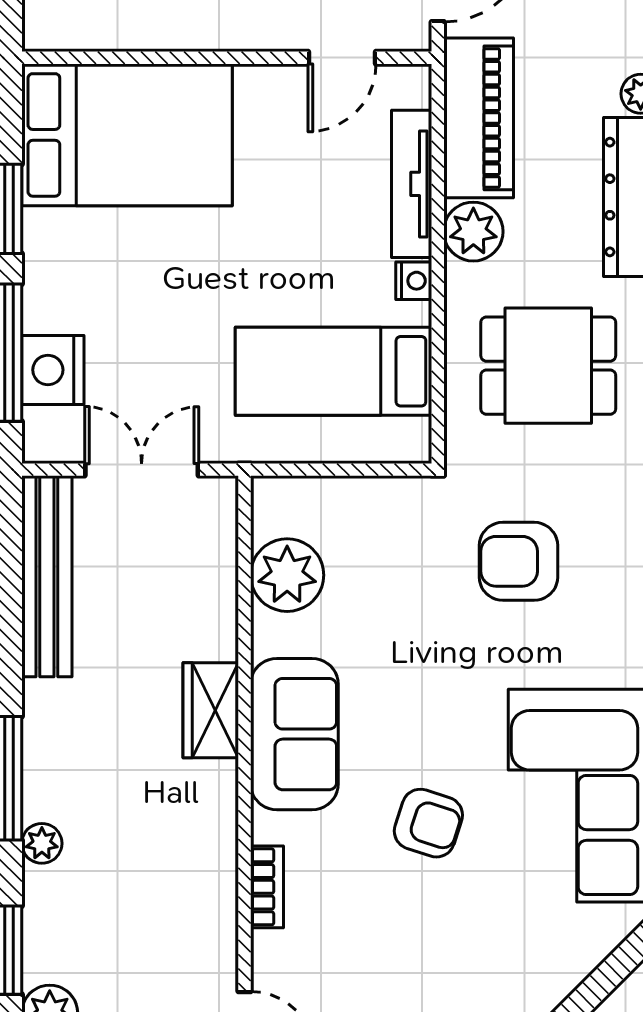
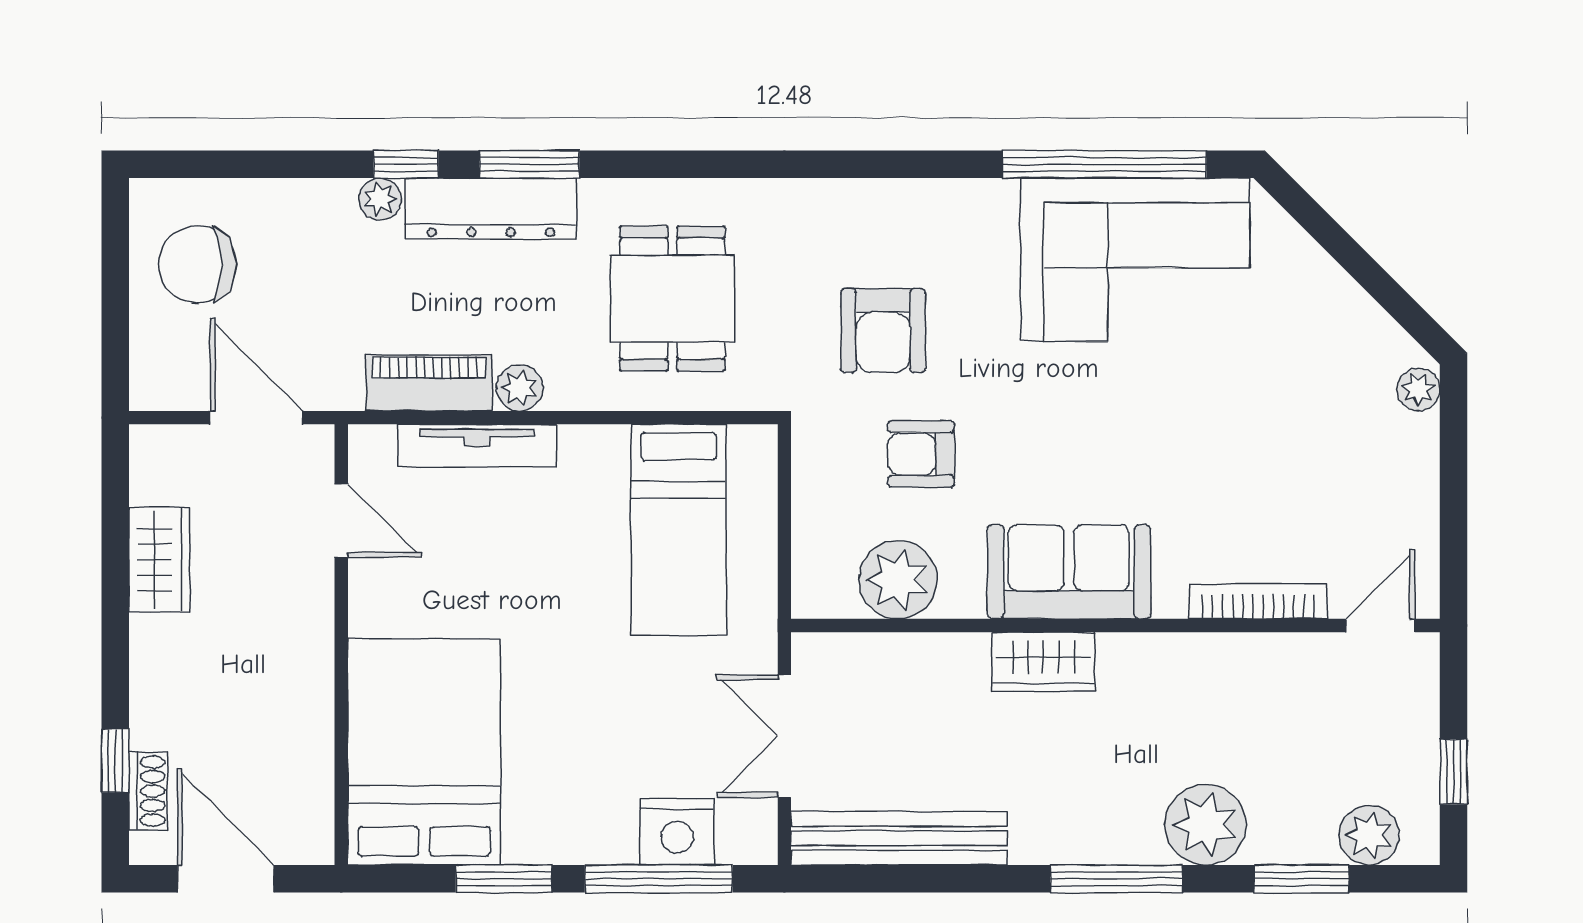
piano: (479, 118) -> (429, 383), width x0.73, depth x0.75
plant: (473, 232) -> (520, 388), width x0.73, depth x0.73
nightstand: (414, 281) -> (581, 443), removed
armchair: (428, 823) -> (921, 454), moved, turned -108
plant: (42, 843) -> (1205, 825), width x1.88, depth x1.88
bookcase: (267, 887) -> (1258, 601), width x1.56

